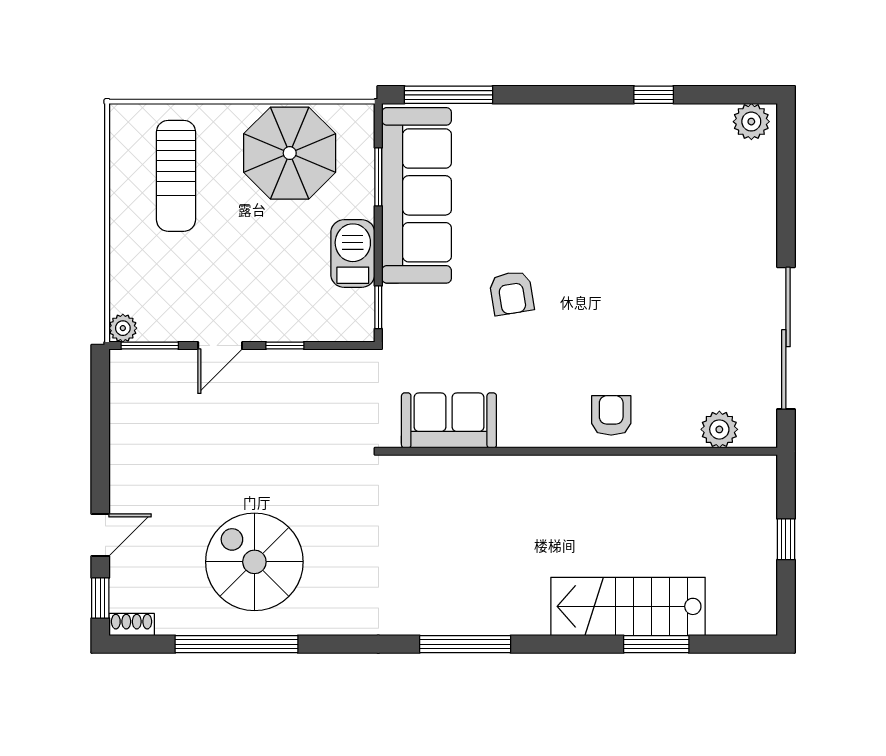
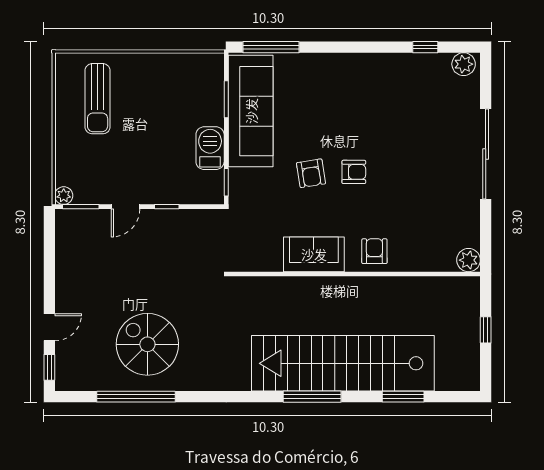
window: (654, 95) -> (425, 47), moved
parasol: (290, 153) -> (170, 84), removed
armchair: (579, 291) -> (354, 172), added
sliding door: (786, 338) -> (486, 154), moved
sofa: (449, 420) -> (314, 254), moved
plant: (719, 429) -> (469, 260), moved
stairs: (628, 606) -> (343, 363), width x1.86, depth x1.51
shoe rack: (132, 624) -> (69, 384), removed
window: (465, 644) -> (312, 397), moved

